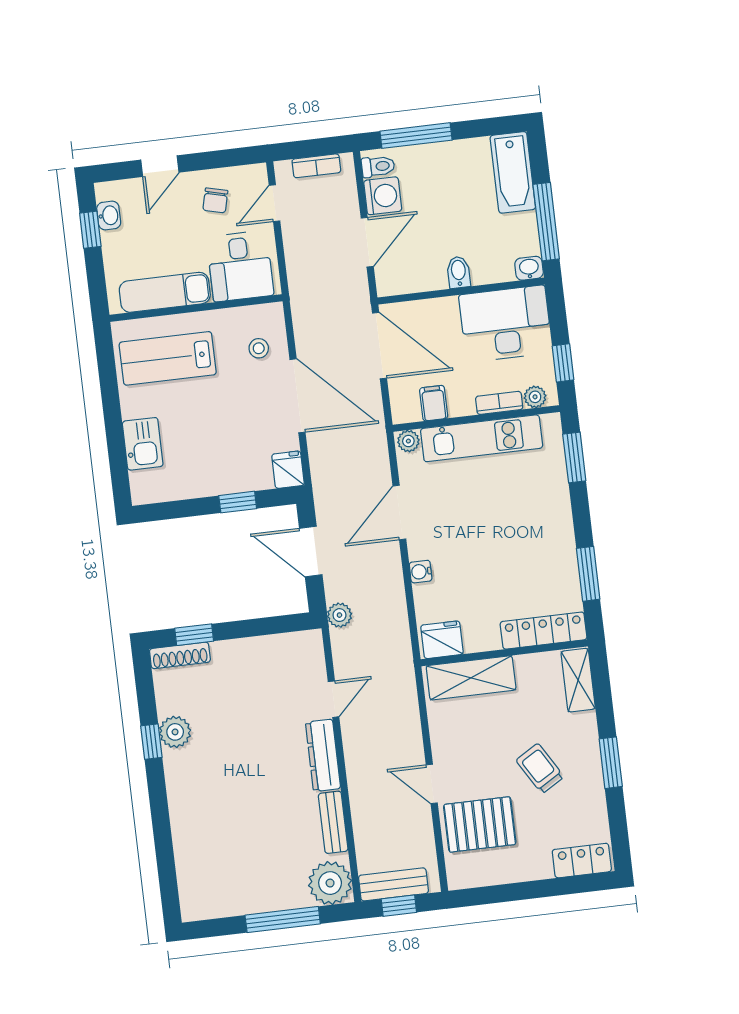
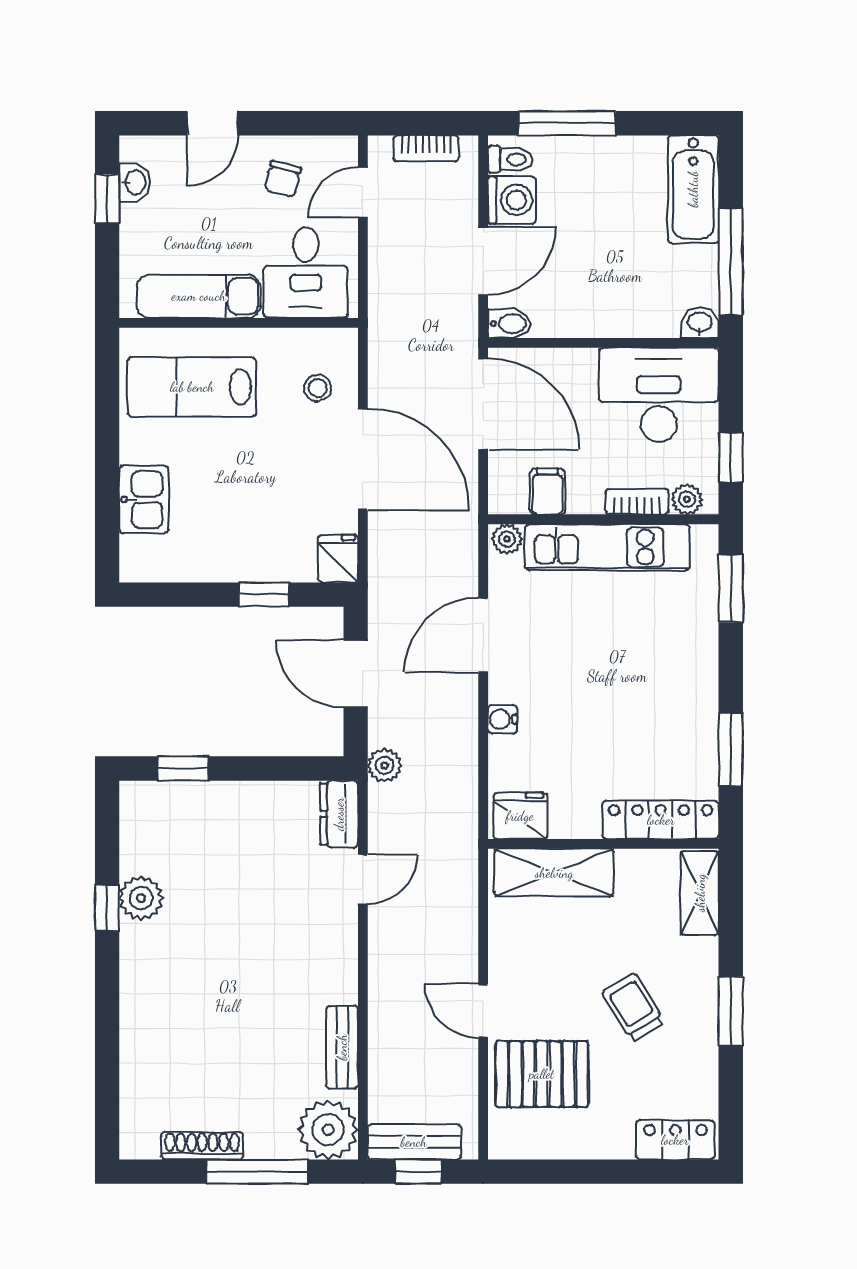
bidet: (459, 272) -> (509, 324), moved, turned 90
shoe rack: (180, 655) -> (202, 1146), moved, turned 180
dresser: (323, 755) -> (339, 814), moved, width x0.70

